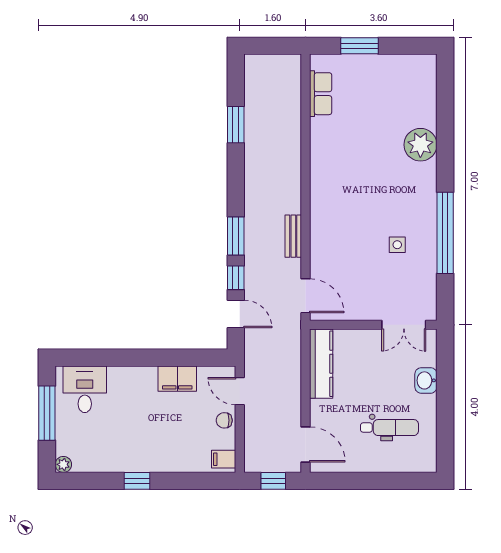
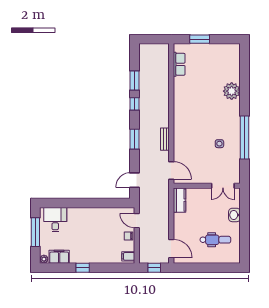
window: (236, 278) -> (135, 104), moved
door: (236, 314) -> (135, 180), swing flipped
kitchen counter: (321, 364) -> (179, 200), width x0.67
filing cabinet: (177, 379) -> (59, 257), moved, turned 180

